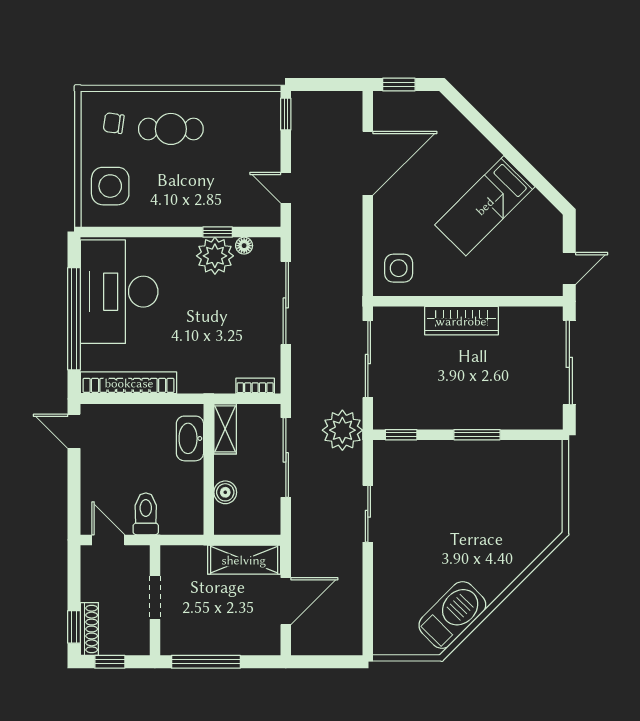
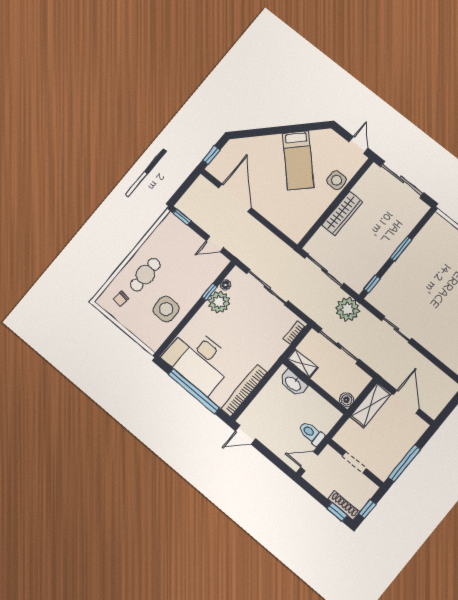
side table: (110, 186) -> (166, 309), moved
side table: (399, 268) -> (337, 180), moved
boiler: (225, 492) -> (346, 400), moved

